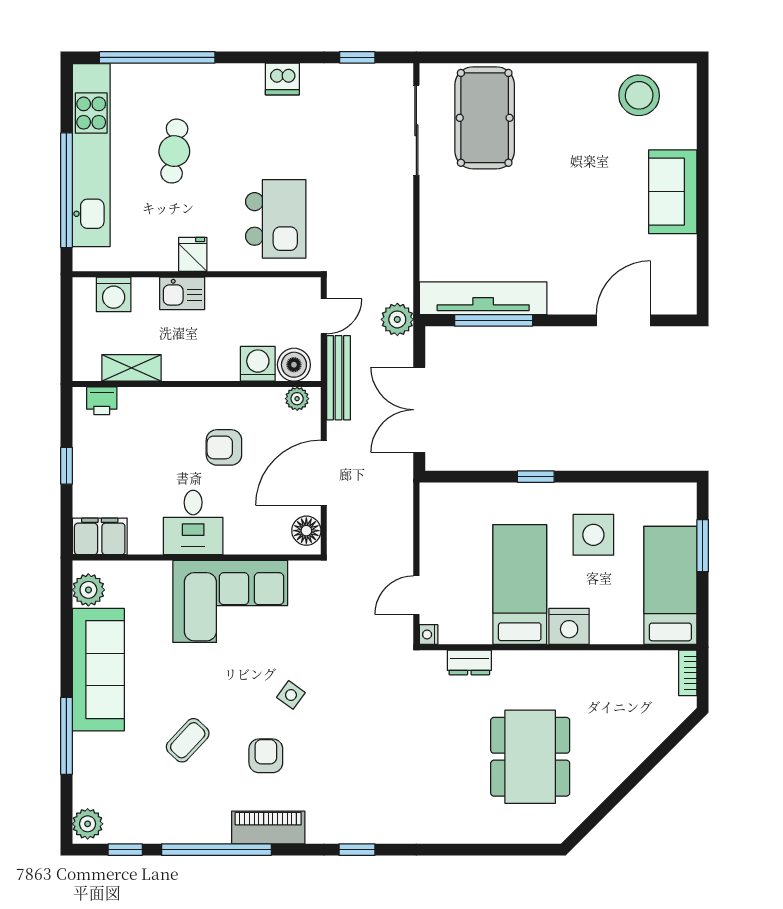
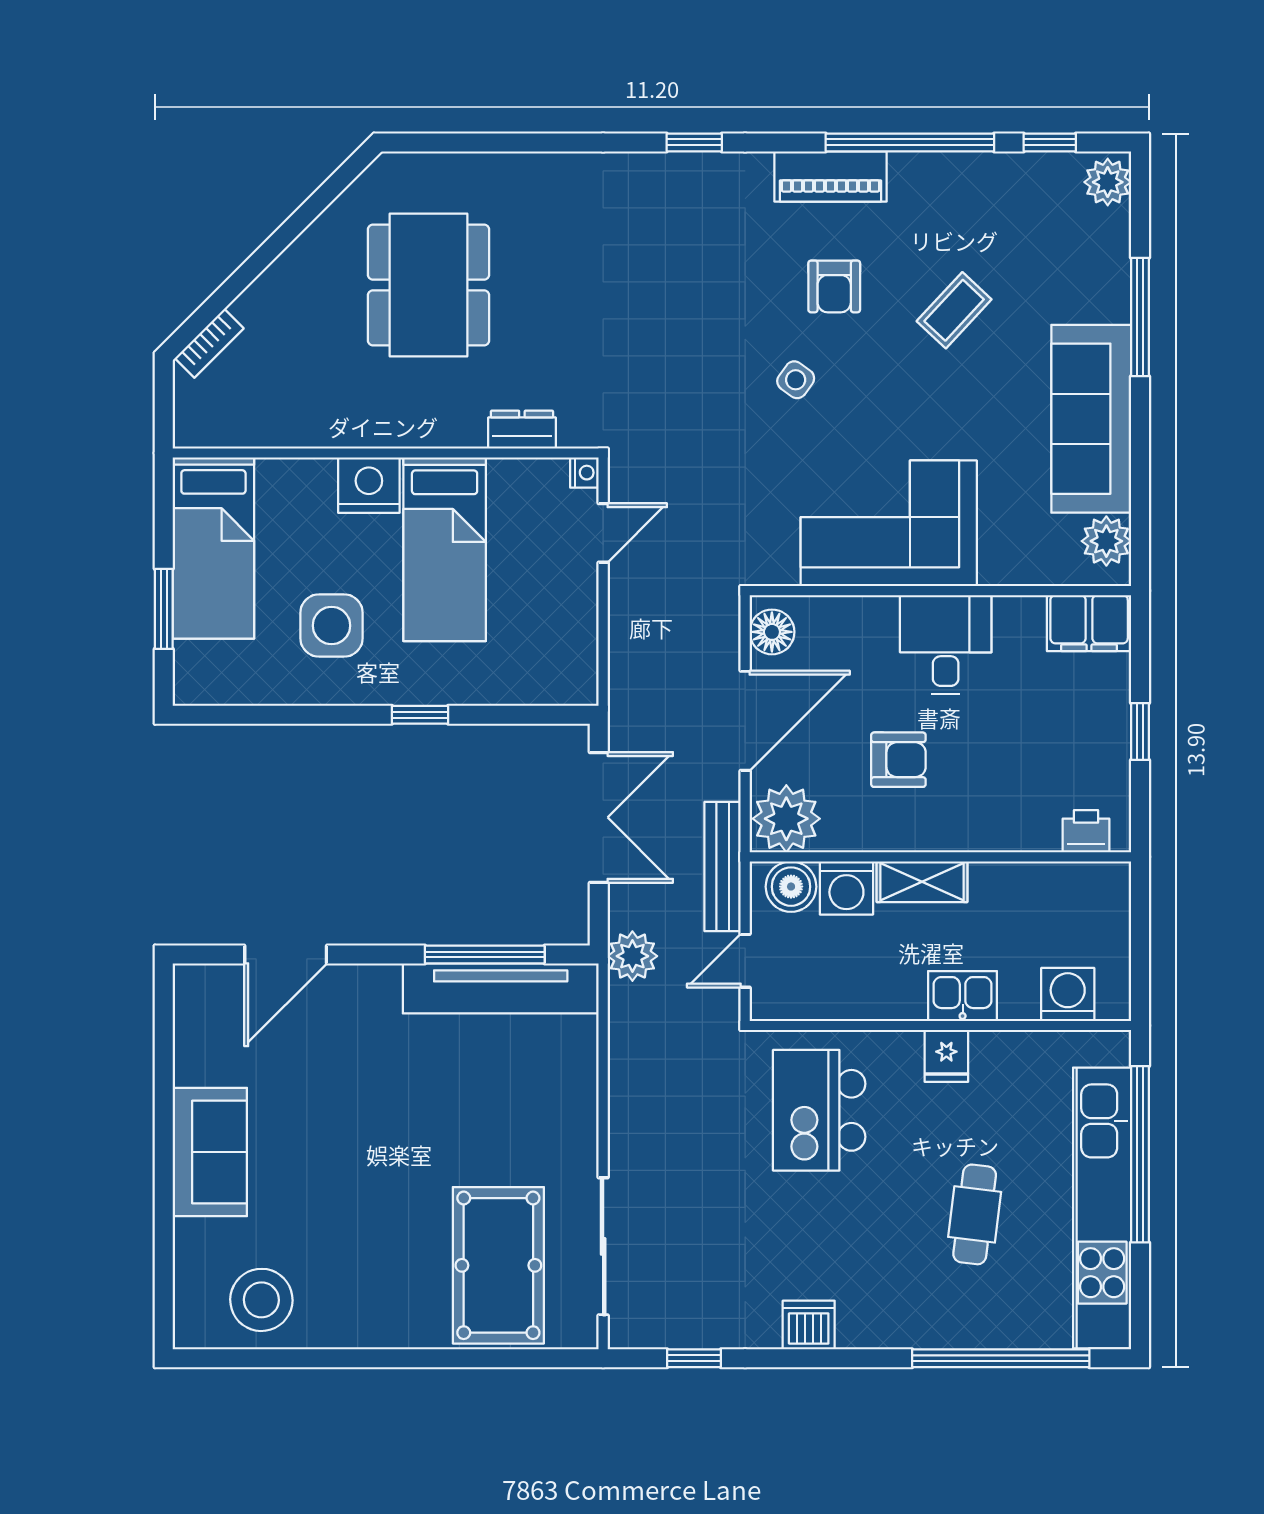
shelving: (131, 368) -> (922, 882), moved
plant: (297, 399) -> (786, 819), width x1.87, depth x1.87
bookcase: (688, 673) -> (209, 343), moved, turned 45

